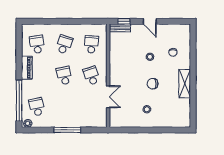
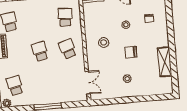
school desk: (64, 44) -> (37, 19), removed
stool: (127, 72) -> (104, 42), added
shelving: (185, 84) -> (165, 62), moved
double door: (108, 97) -> (88, 83), moved

